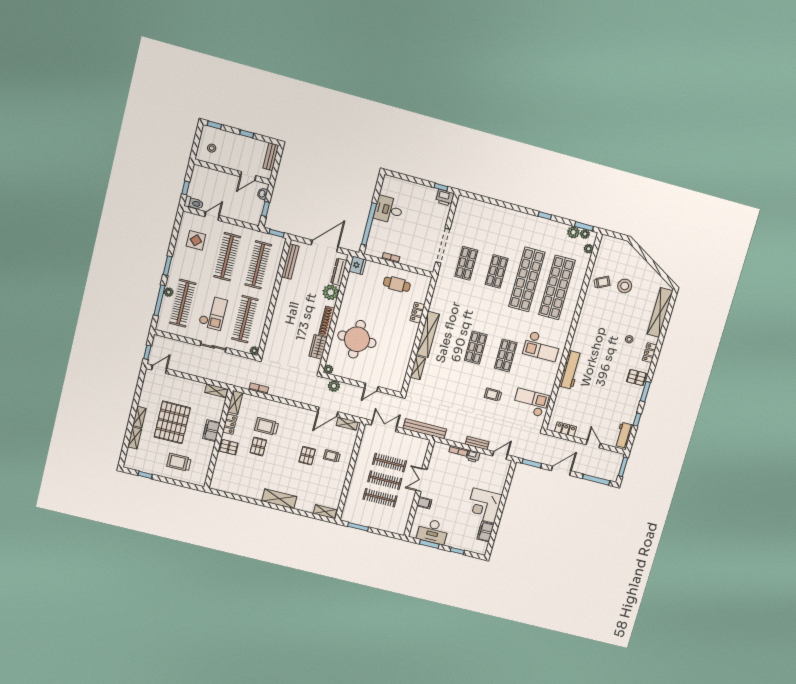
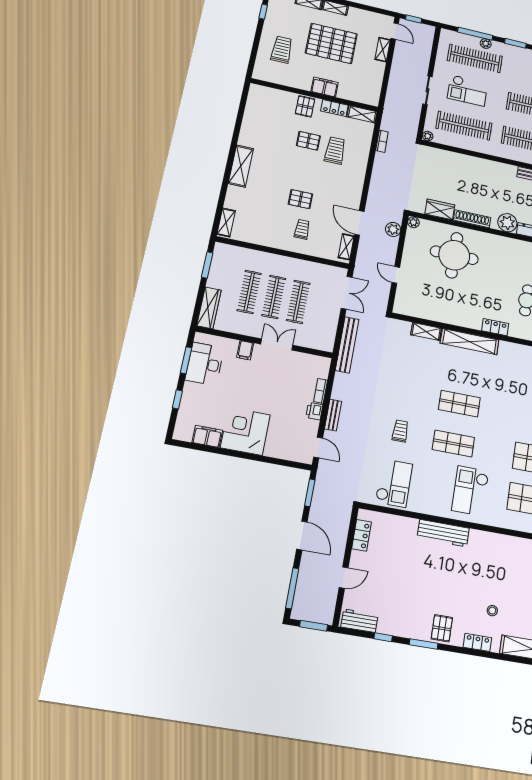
shelving: (216, 391) -> (383, 50), moved
wardrobe: (391, 527) -> (209, 308), added

